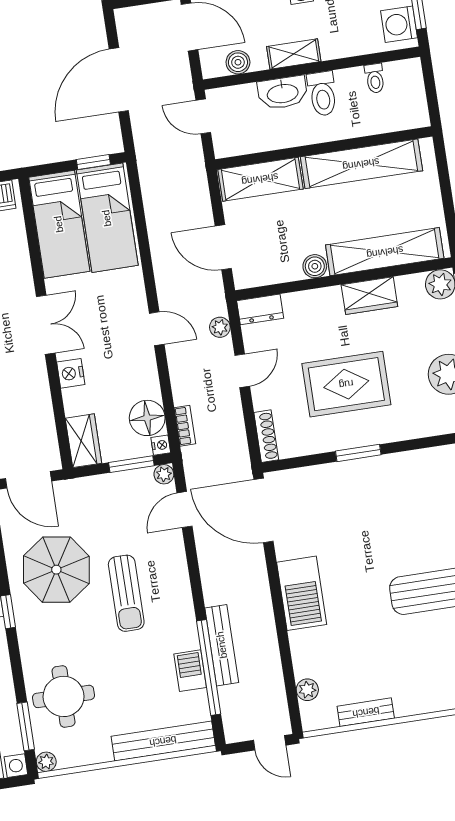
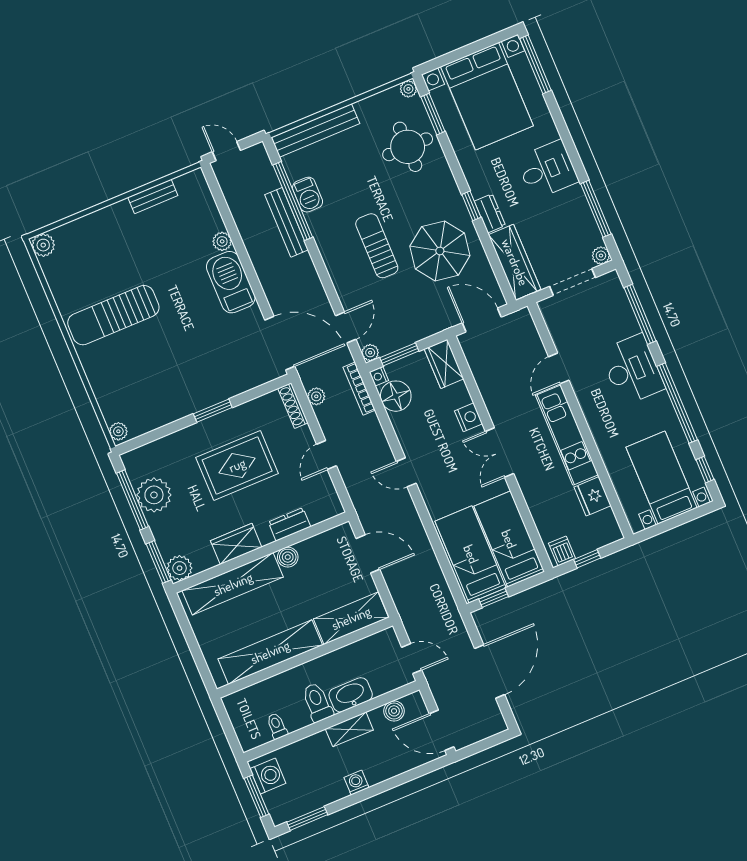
dresser: (260, 309) -> (289, 524), moved
plant: (220, 327) -> (316, 396), moved
bookcase: (185, 426) -> (359, 389), width x1.56
plant: (307, 690) -> (222, 241), moved

